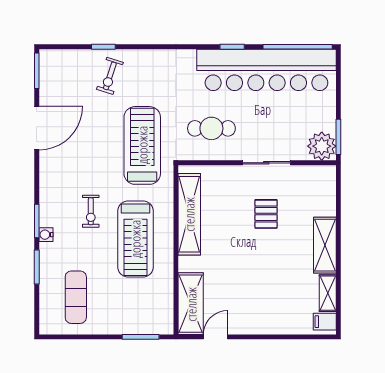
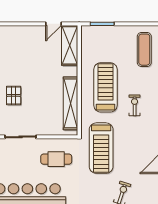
pallet: (266, 214) -> (14, 95), moved

